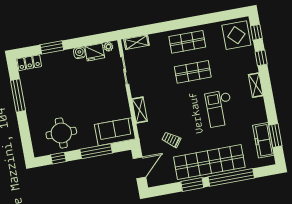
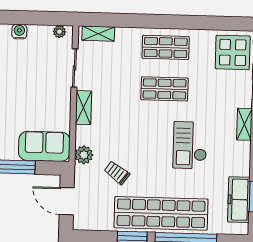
fridge: (95, 52) -> (40, 35), removed
shelving: (140, 110) -> (84, 108), moved
plant: (145, 132) -> (84, 155), added
door: (139, 168) -> (67, 201), swing flipped

